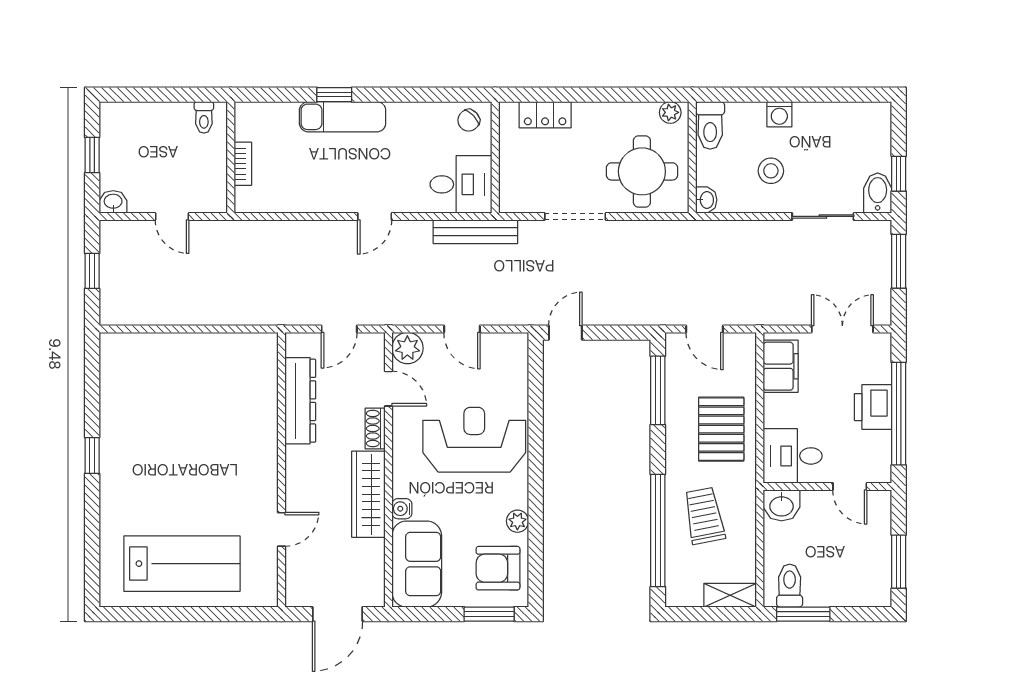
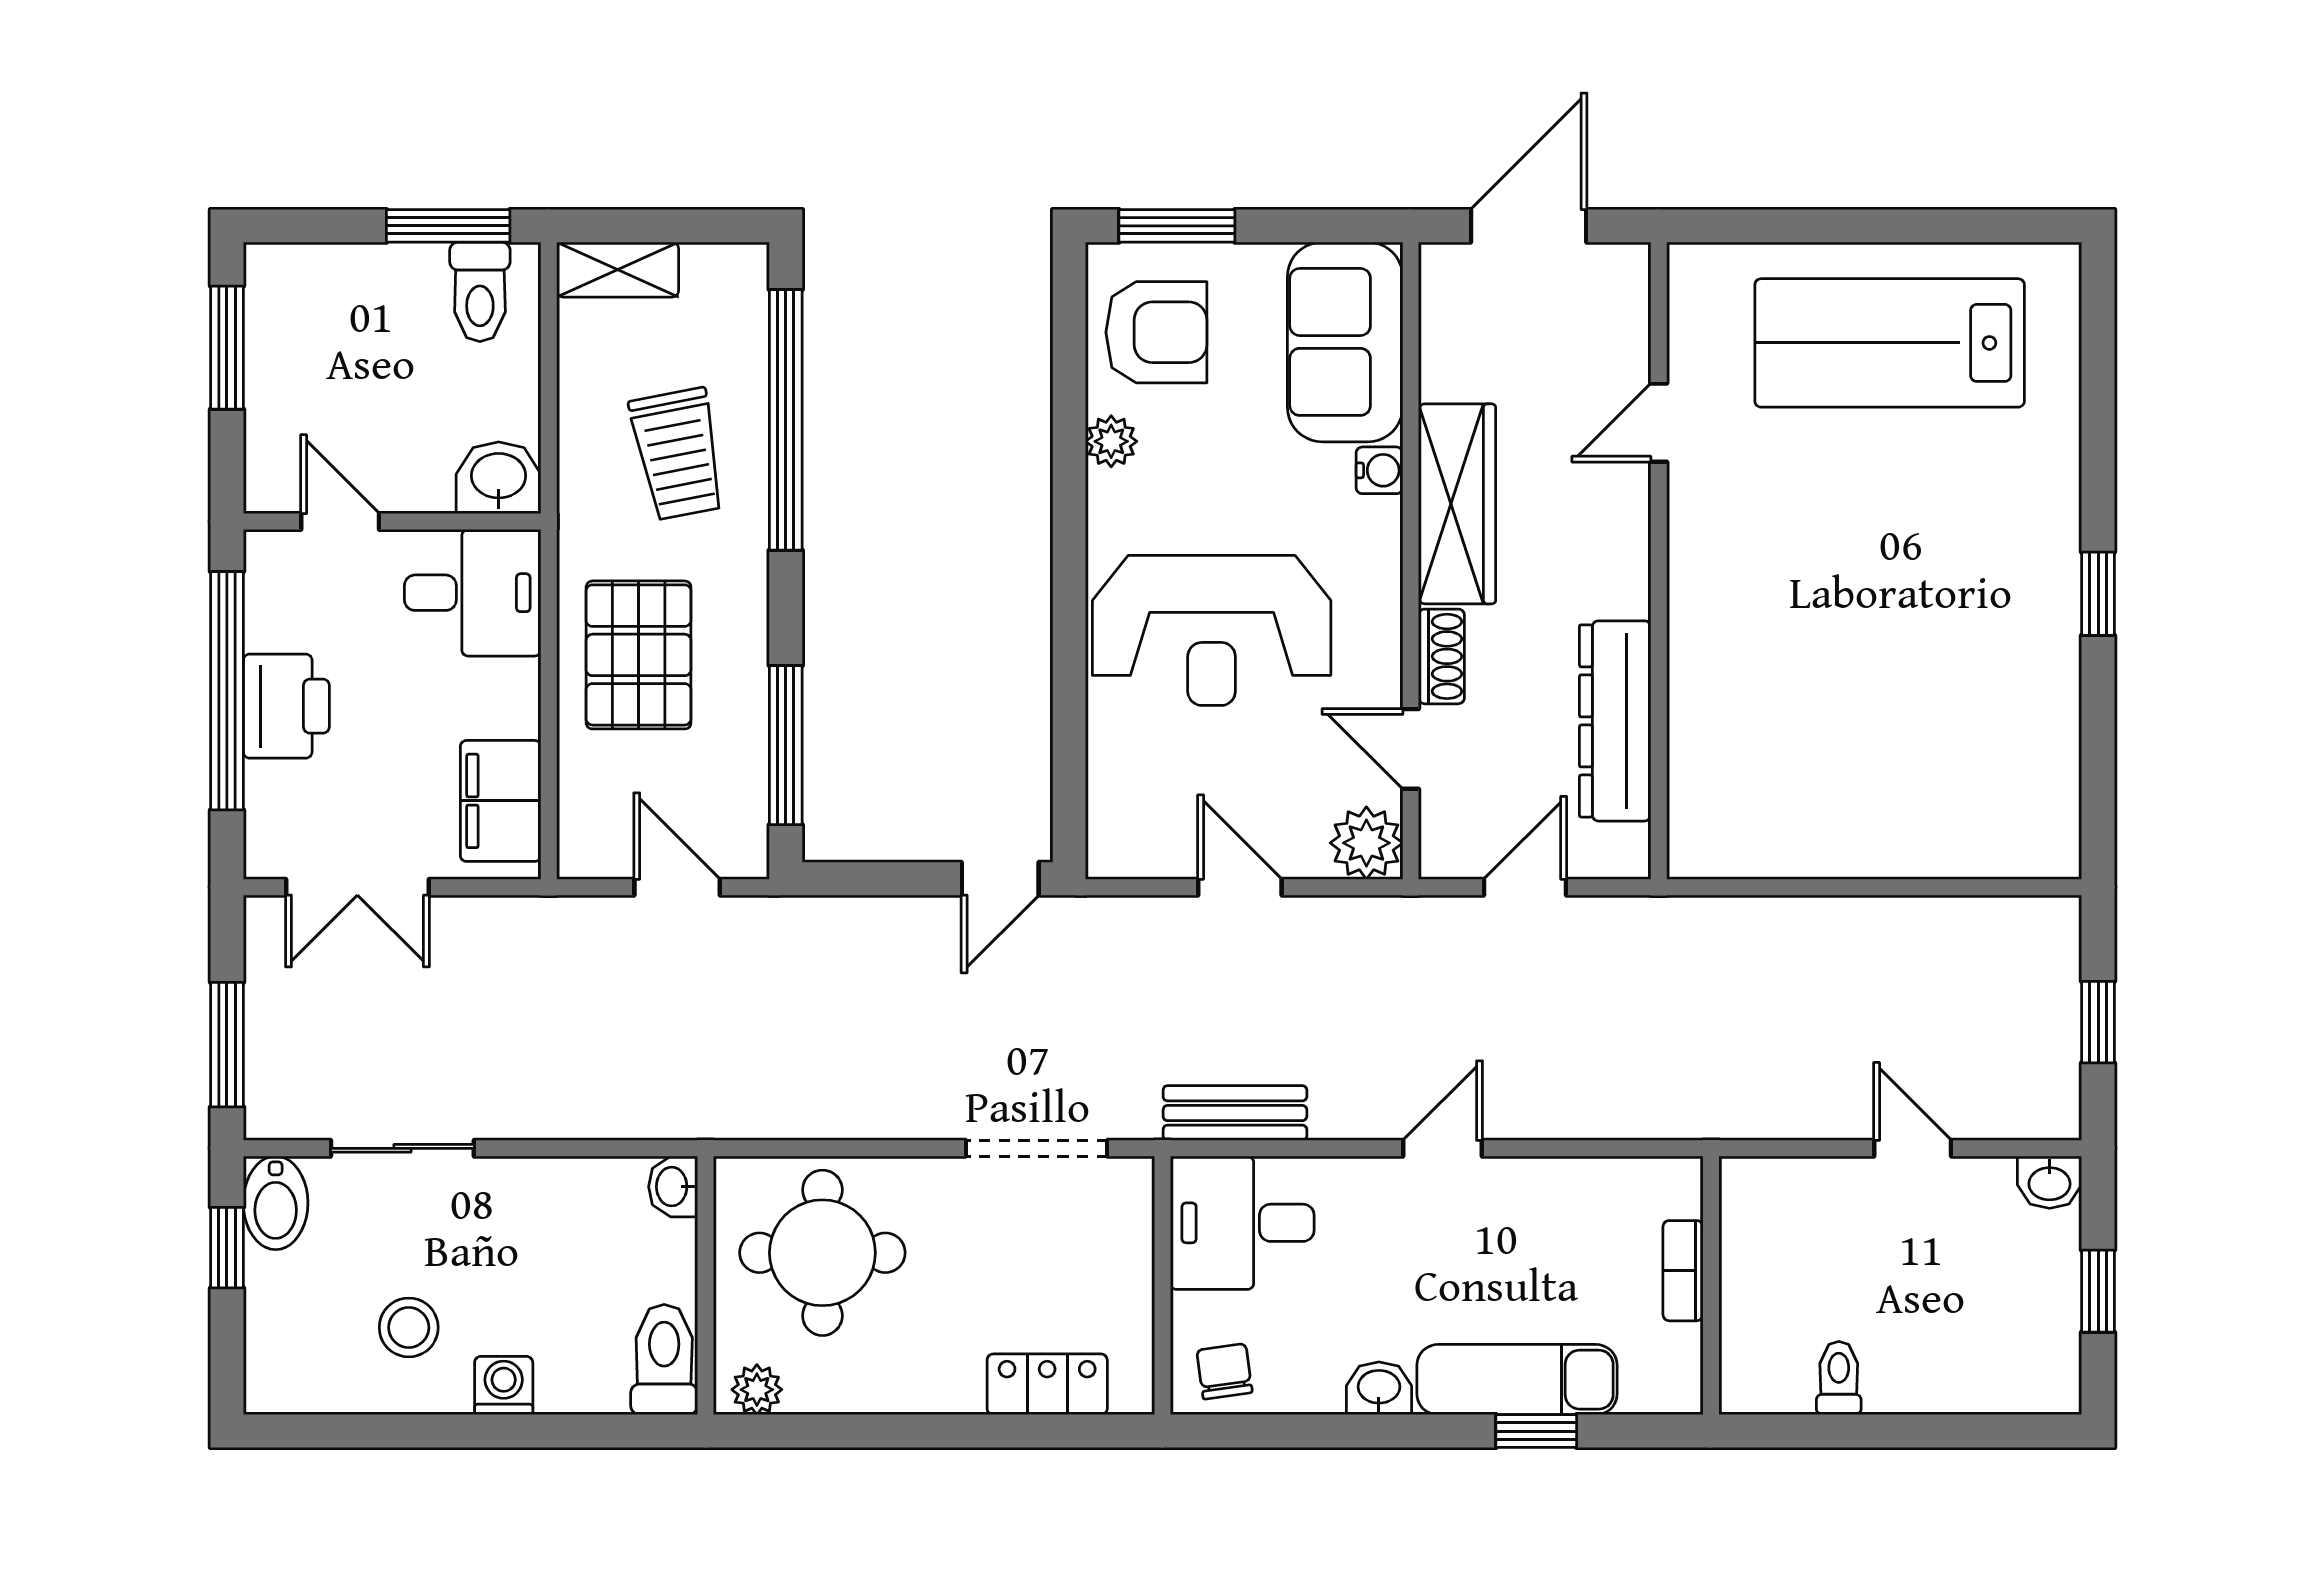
washbasin: (402, 113) -> (1379, 1388), added
chair: (469, 120) -> (1224, 1371), turned -55
wall: (231, 157) -> (1711, 1285), moved
bookcase: (243, 164) -> (1683, 1271), moved
stool: (771, 171) -> (409, 1327), moved
doorway: (575, 216) -> (1037, 1148), moved
bench: (475, 232) -> (1235, 1113), width x0.73

